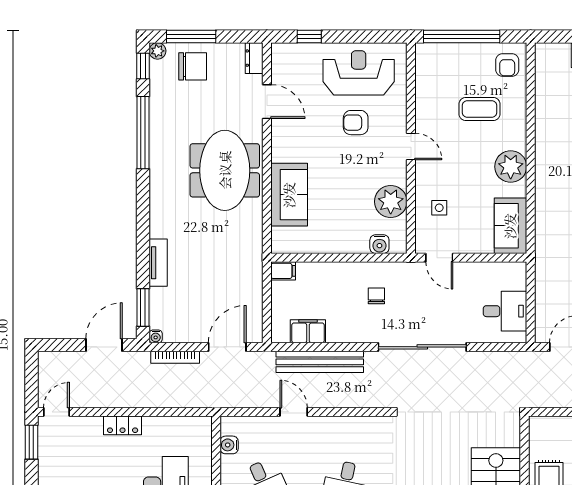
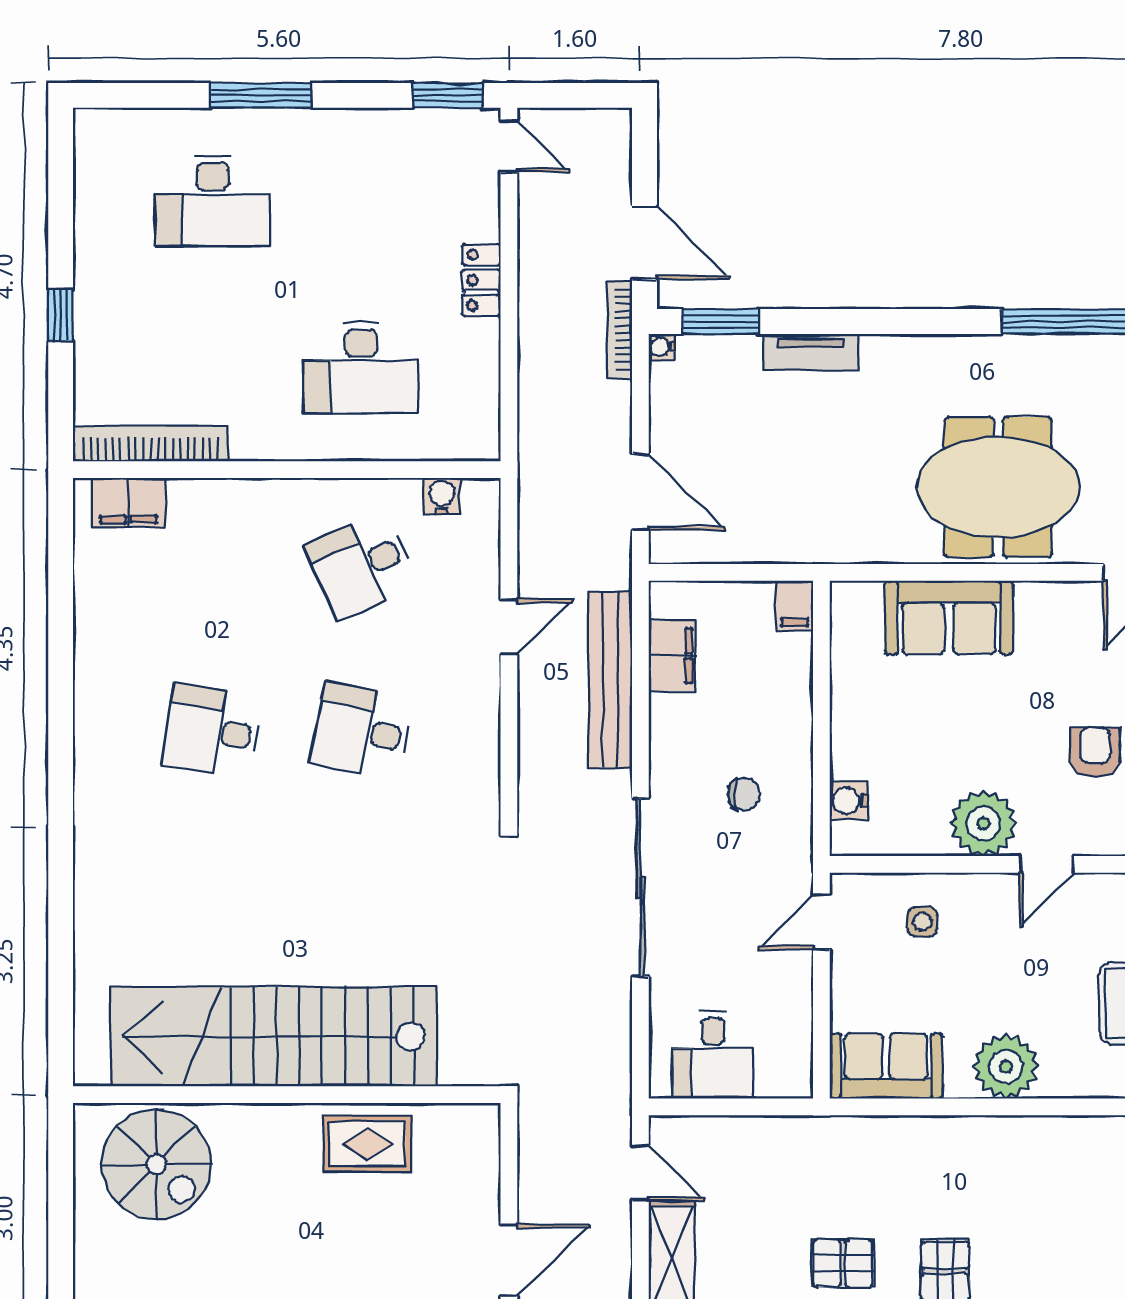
plant: (391, 202) -> (983, 823), moved
bookcase: (175, 357) -> (620, 329), moved

